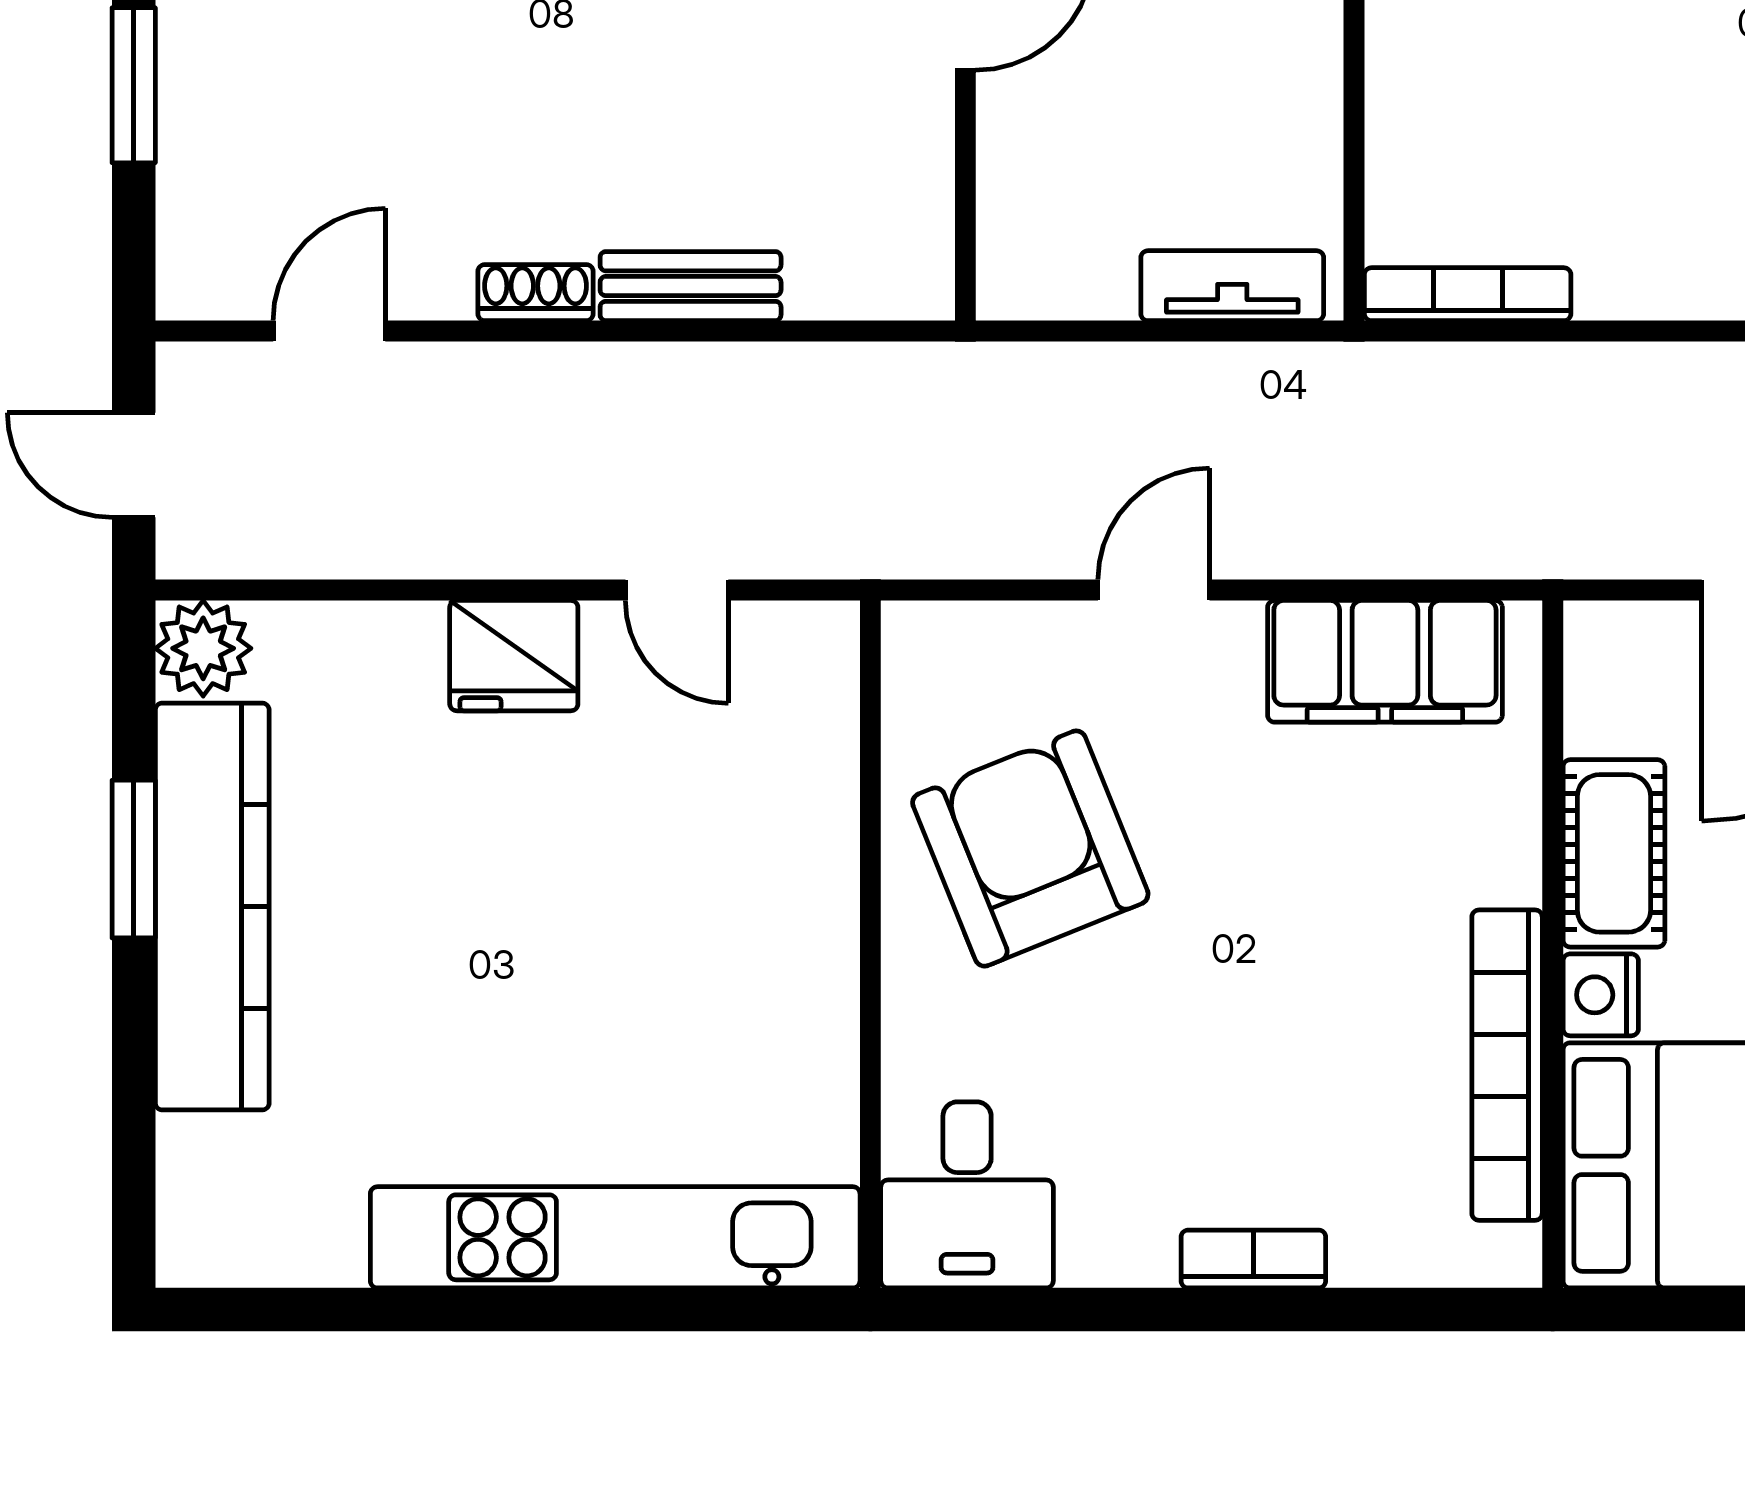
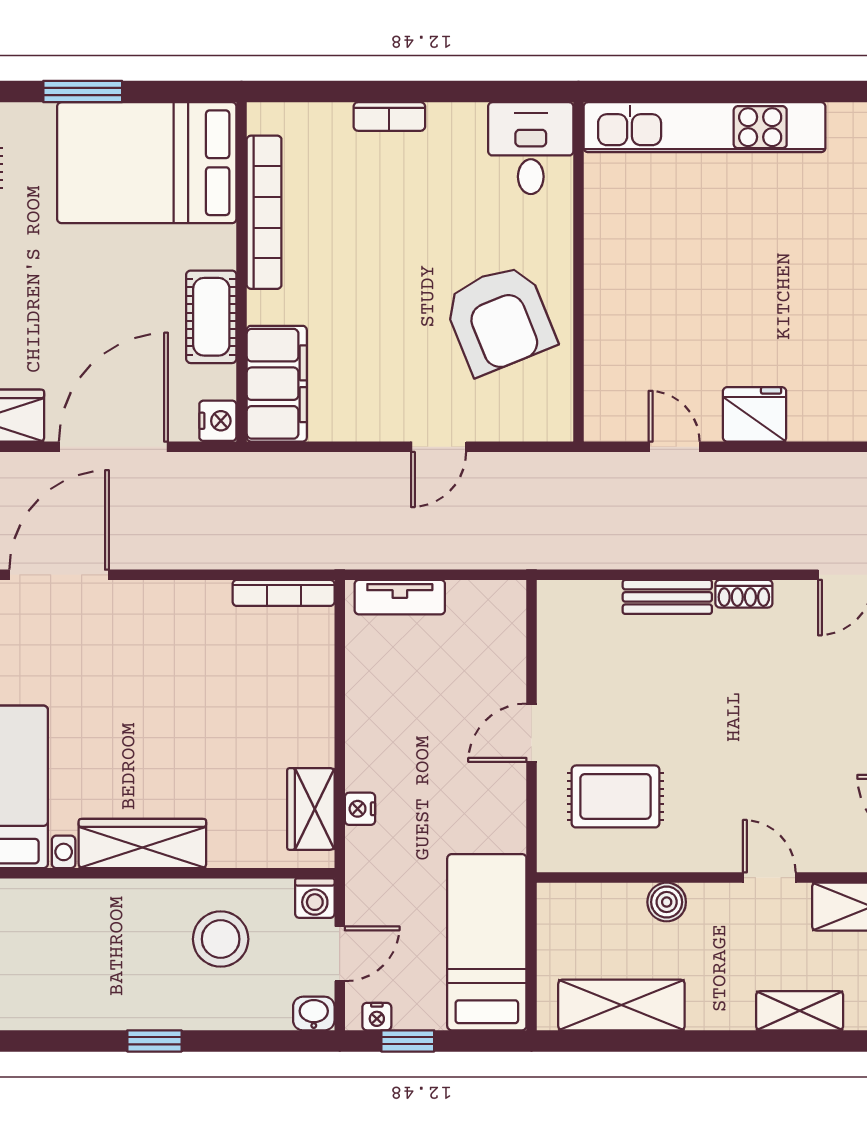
filing cabinet: (1385, 661) -> (277, 384), moved, turned 90
nightstand: (1601, 995) -> (218, 421), moved

